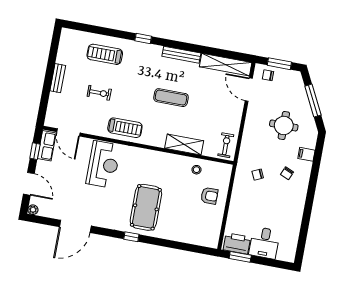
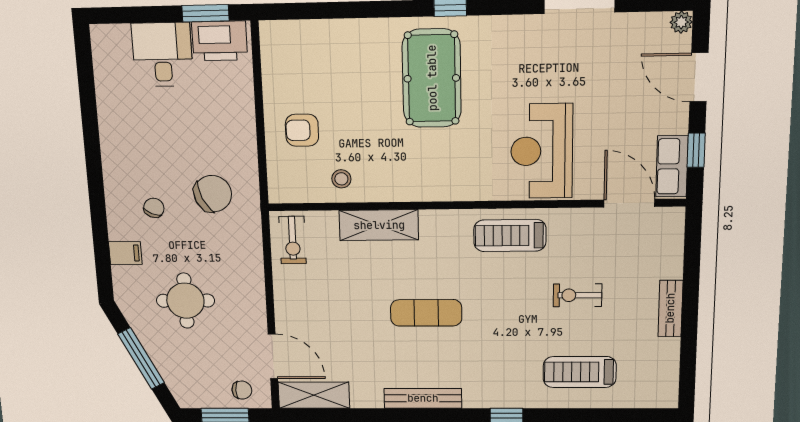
treadmill: (105, 54) -> (580, 372), turned 180
shelving: (226, 65) -> (314, 395), width x0.68
chair: (258, 175) -> (213, 194), width x1.87, depth x1.87

